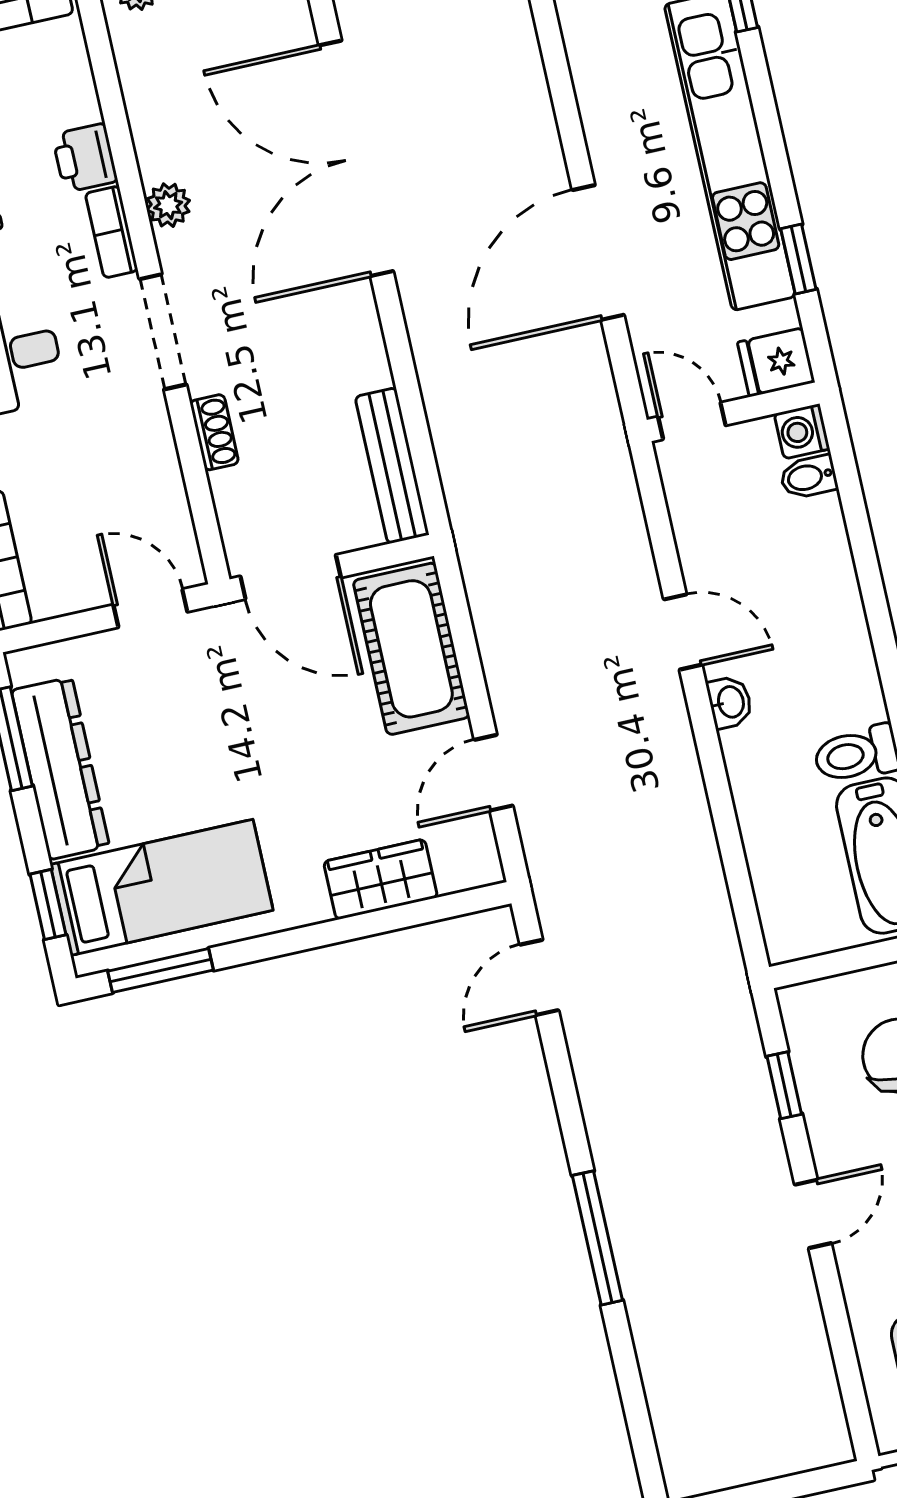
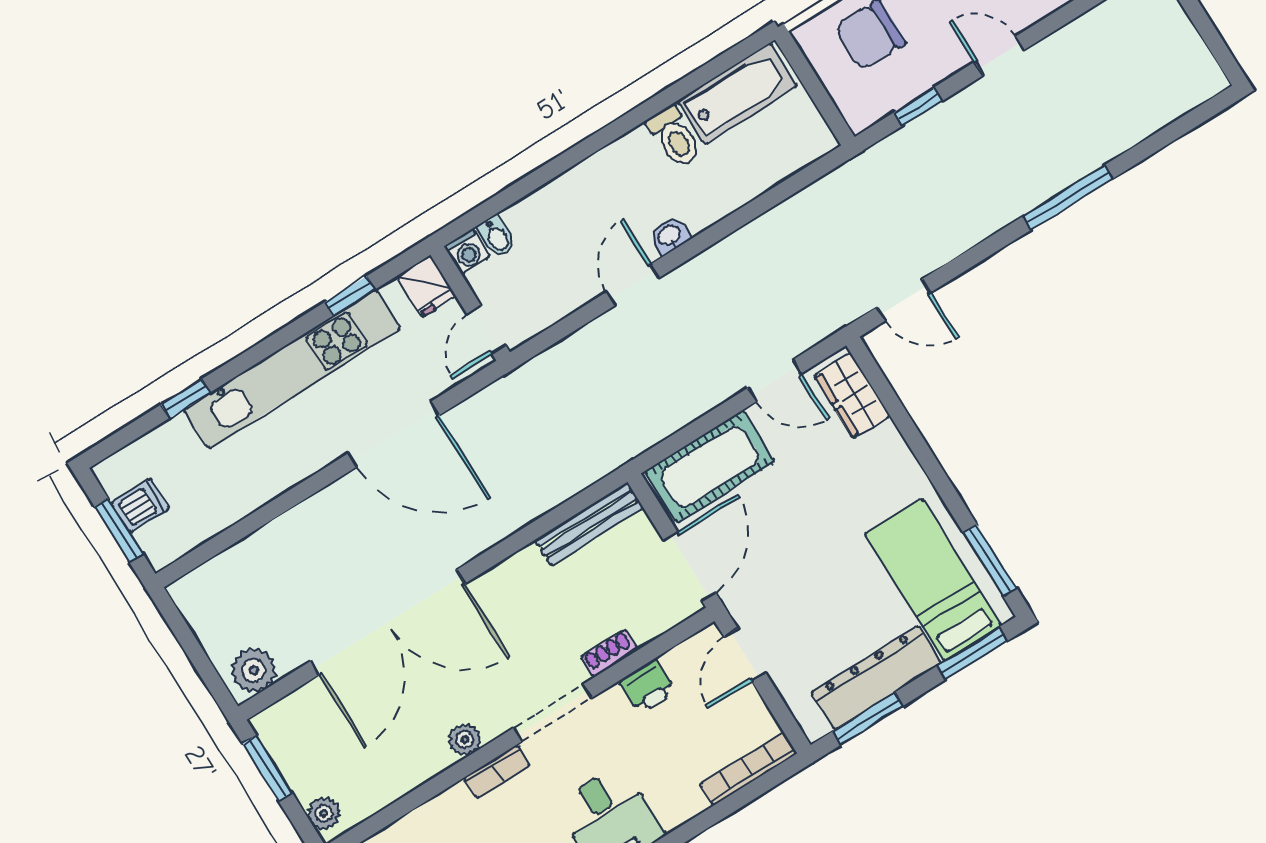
printer: (85, 158) -> (648, 686), moved
wardrobe: (381, 879) -> (852, 396), moved
window: (48, 905) -> (972, 653), width x1.50

